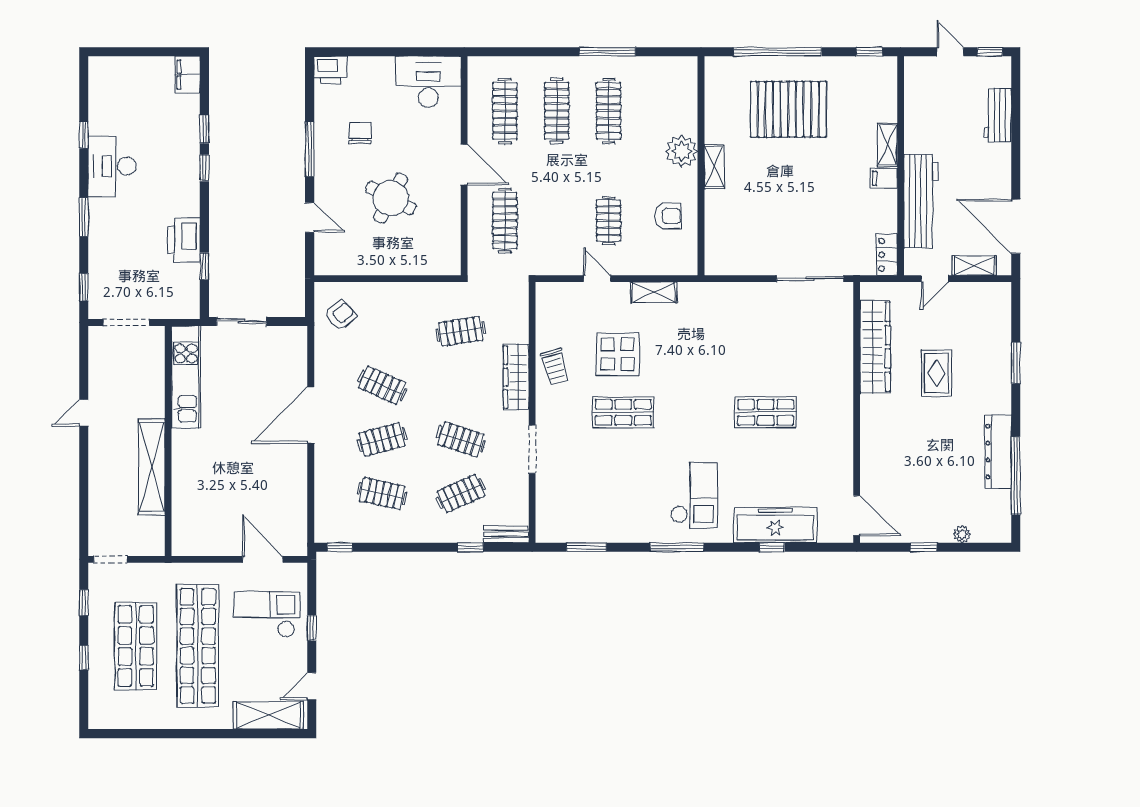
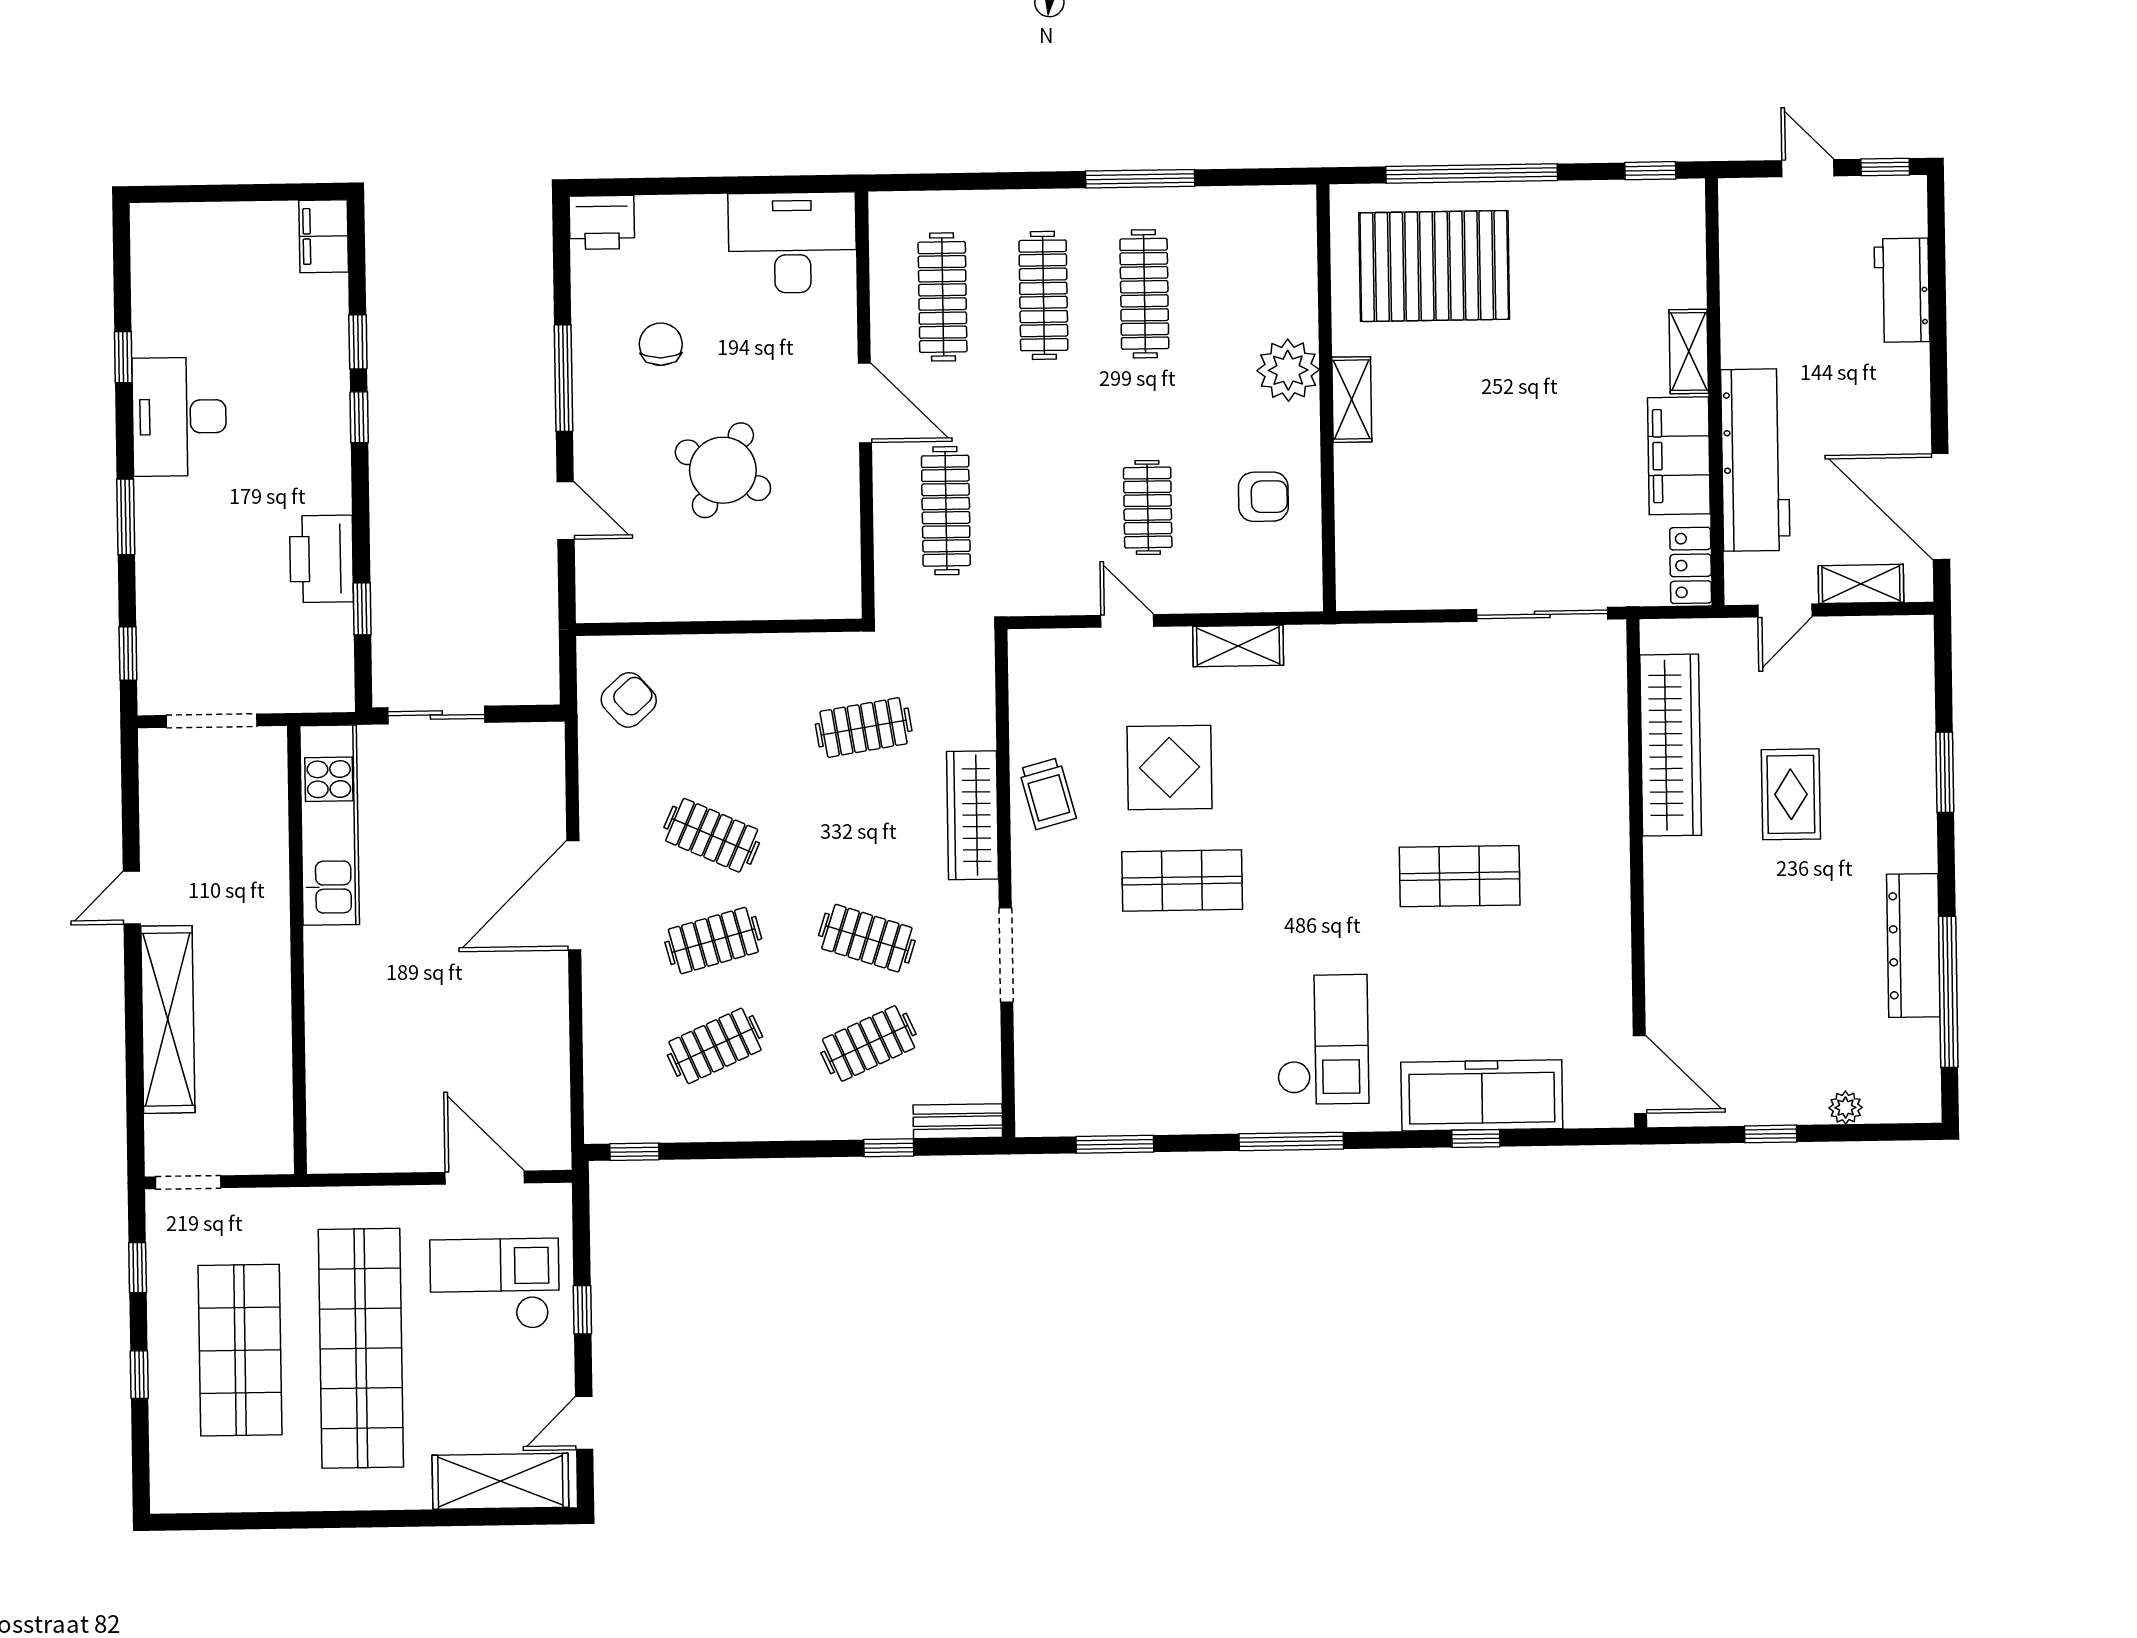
pallet: (788, 109) -> (1434, 266), moved
filing cabinet: (884, 178) -> (1679, 456), width x3.00, depth x1.17
shelving: (152, 467) -> (168, 1019), moved
clothes rail: (382, 494) -> (715, 1046), turned -36

